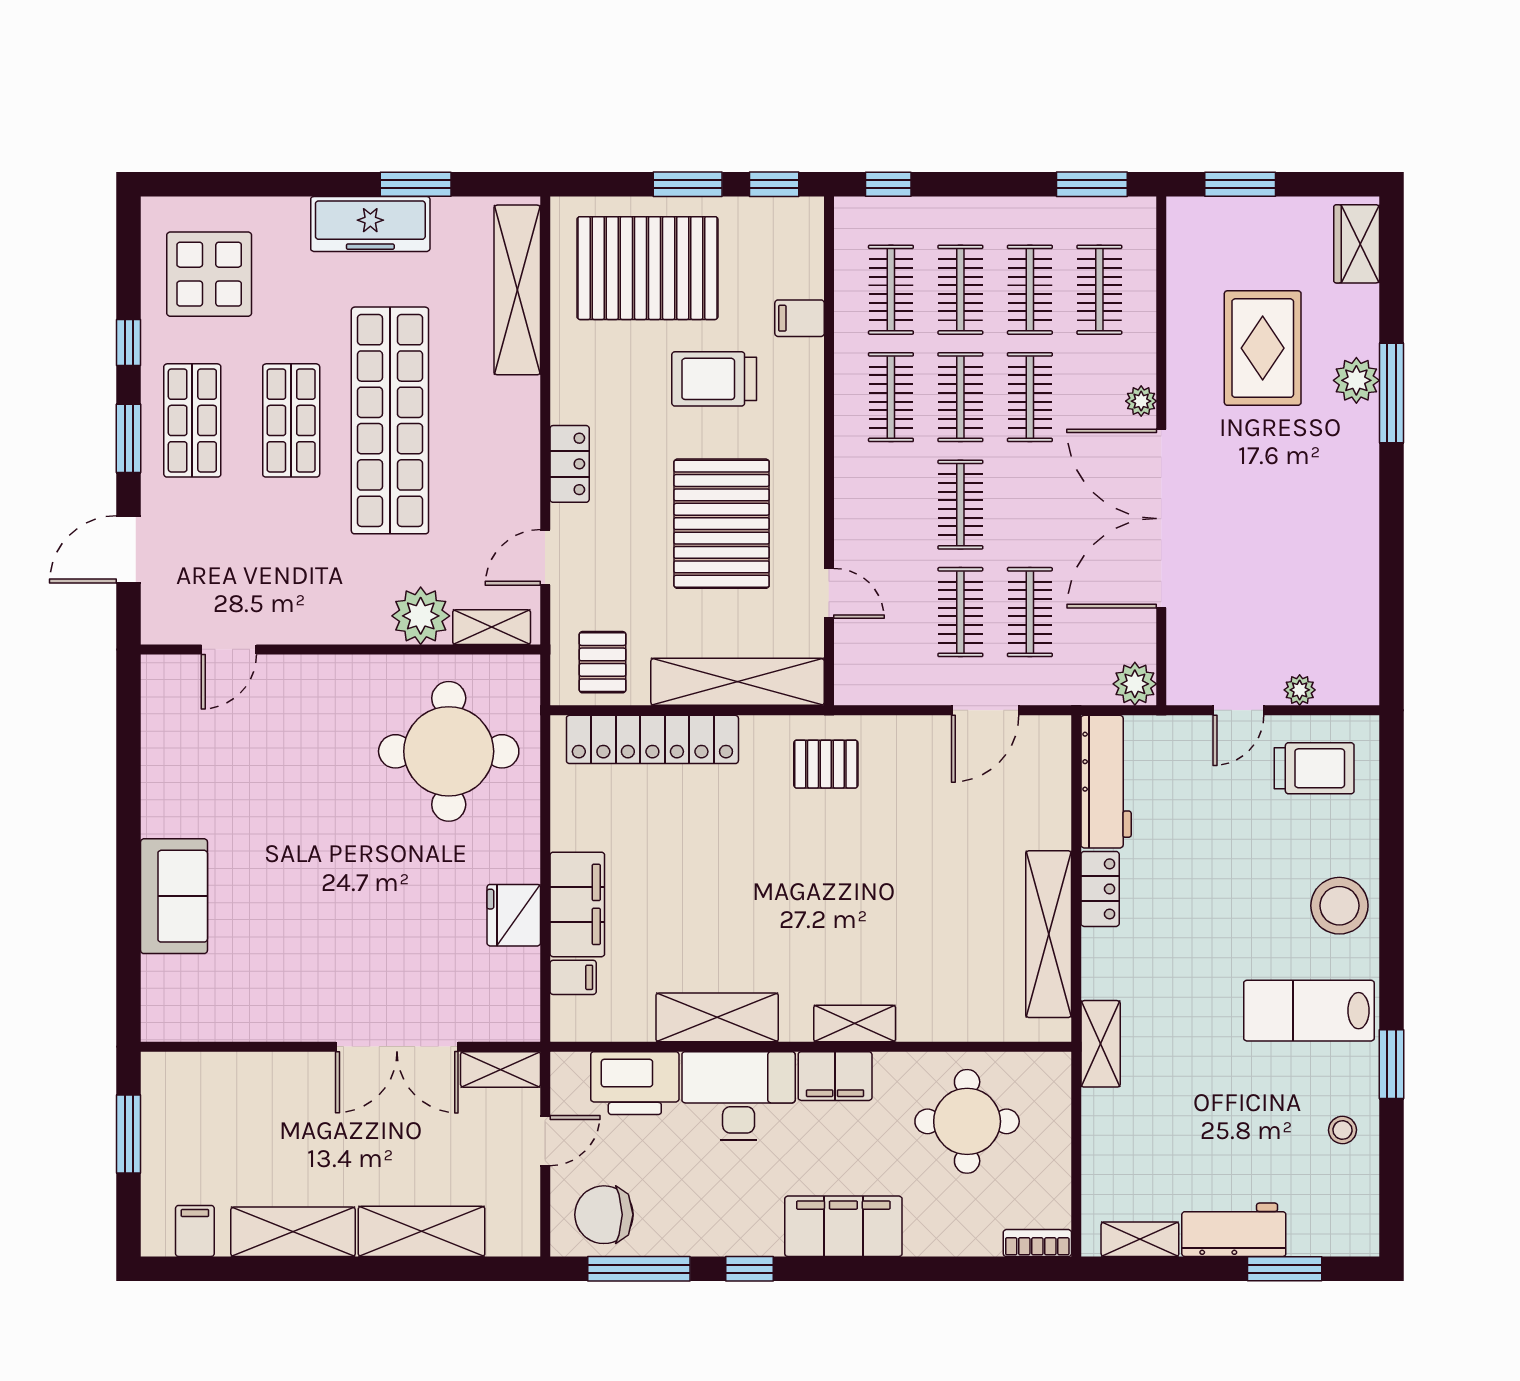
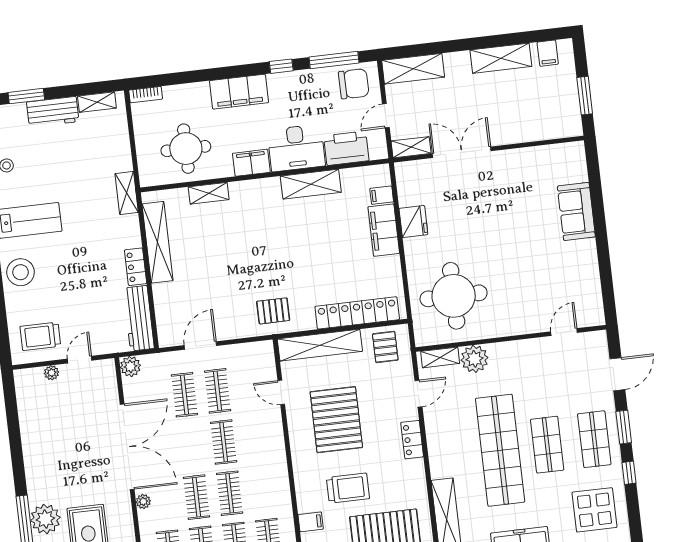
plant: (1356, 380) -> (45, 519), width x1.36, depth x1.36
clothes rail: (891, 397) -> (263, 489), removed
shelving: (855, 1023) -> (209, 193), moved
shelving: (422, 1231) -> (413, 69), moved

